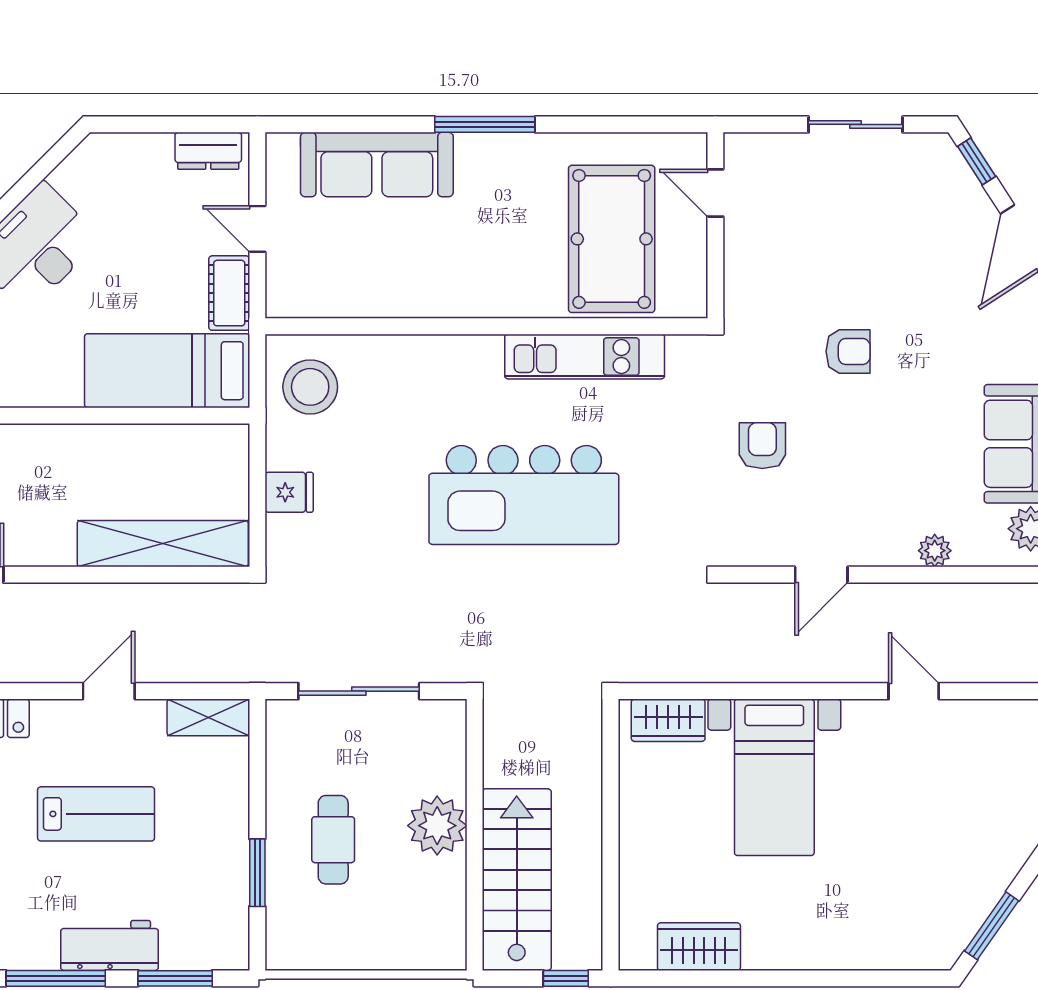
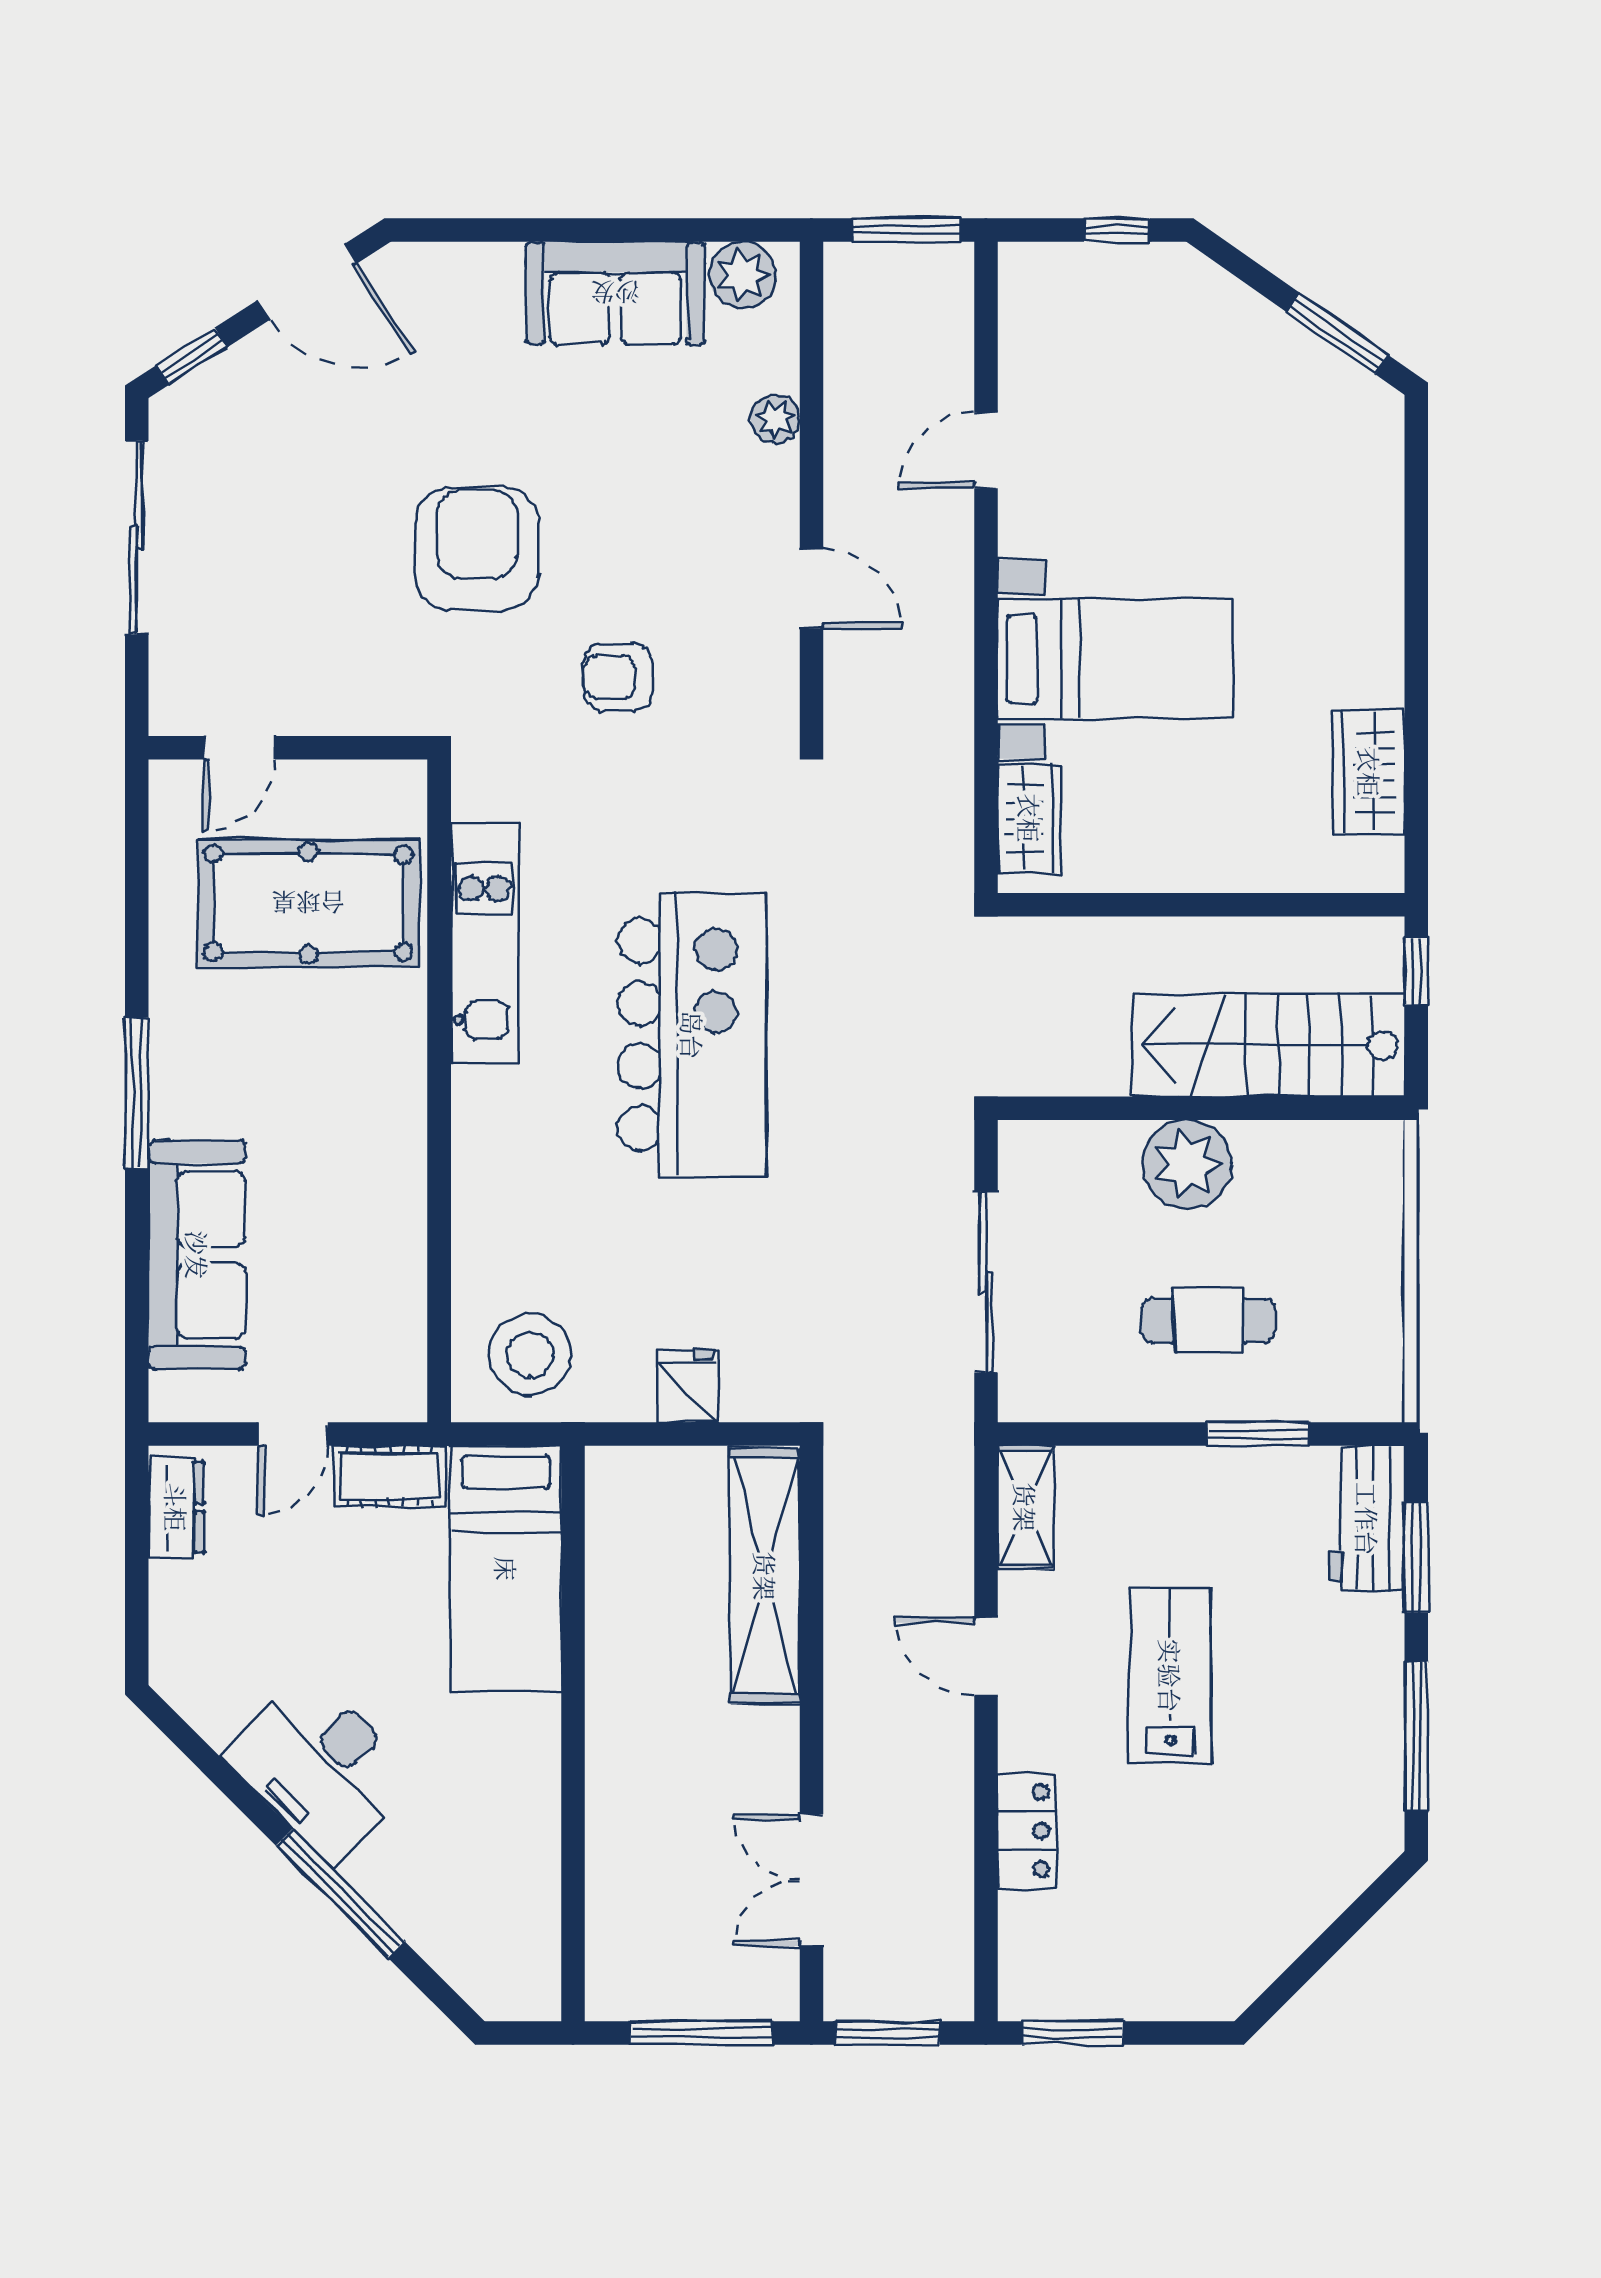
sliding door: (856, 124) -> (137, 537), width x1.37
armchair: (848, 351) -> (477, 549), width x1.88, depth x1.88
workbench: (110, 945) -> (1367, 1519), moved

